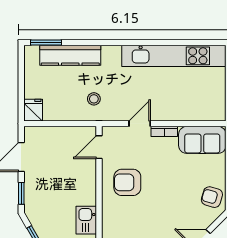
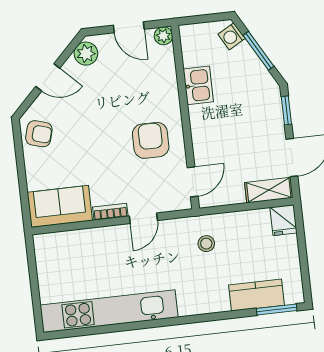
kitchen counter: (70, 55) -> (257, 295), width x0.67
shelving: (42, 134) -> (269, 190), added
armchair: (127, 182) -> (151, 140), turned -90

